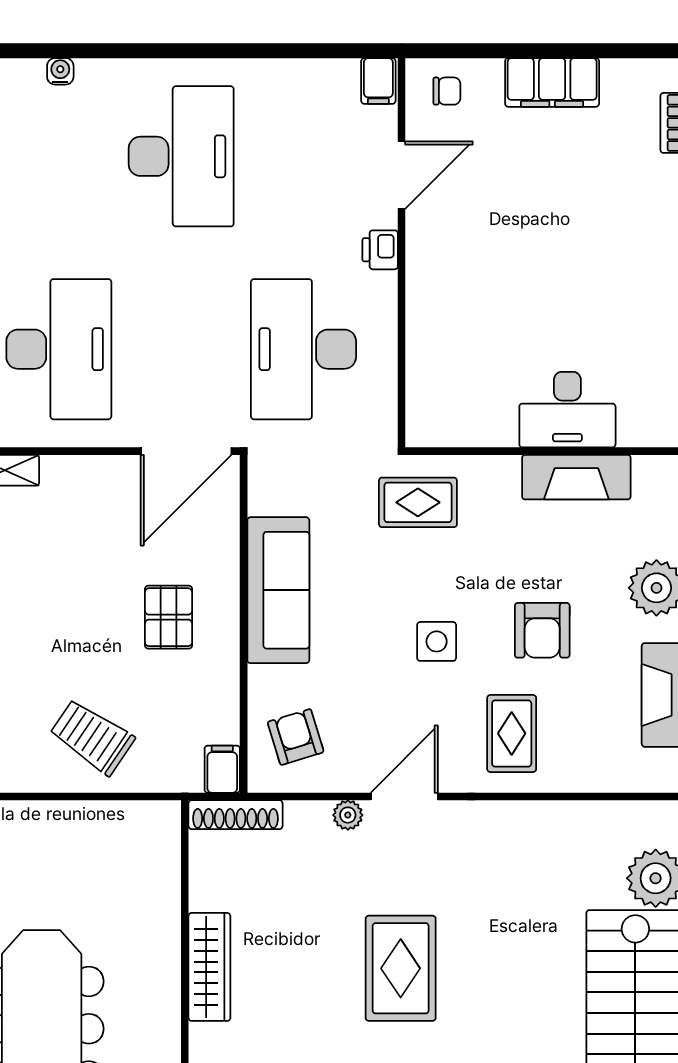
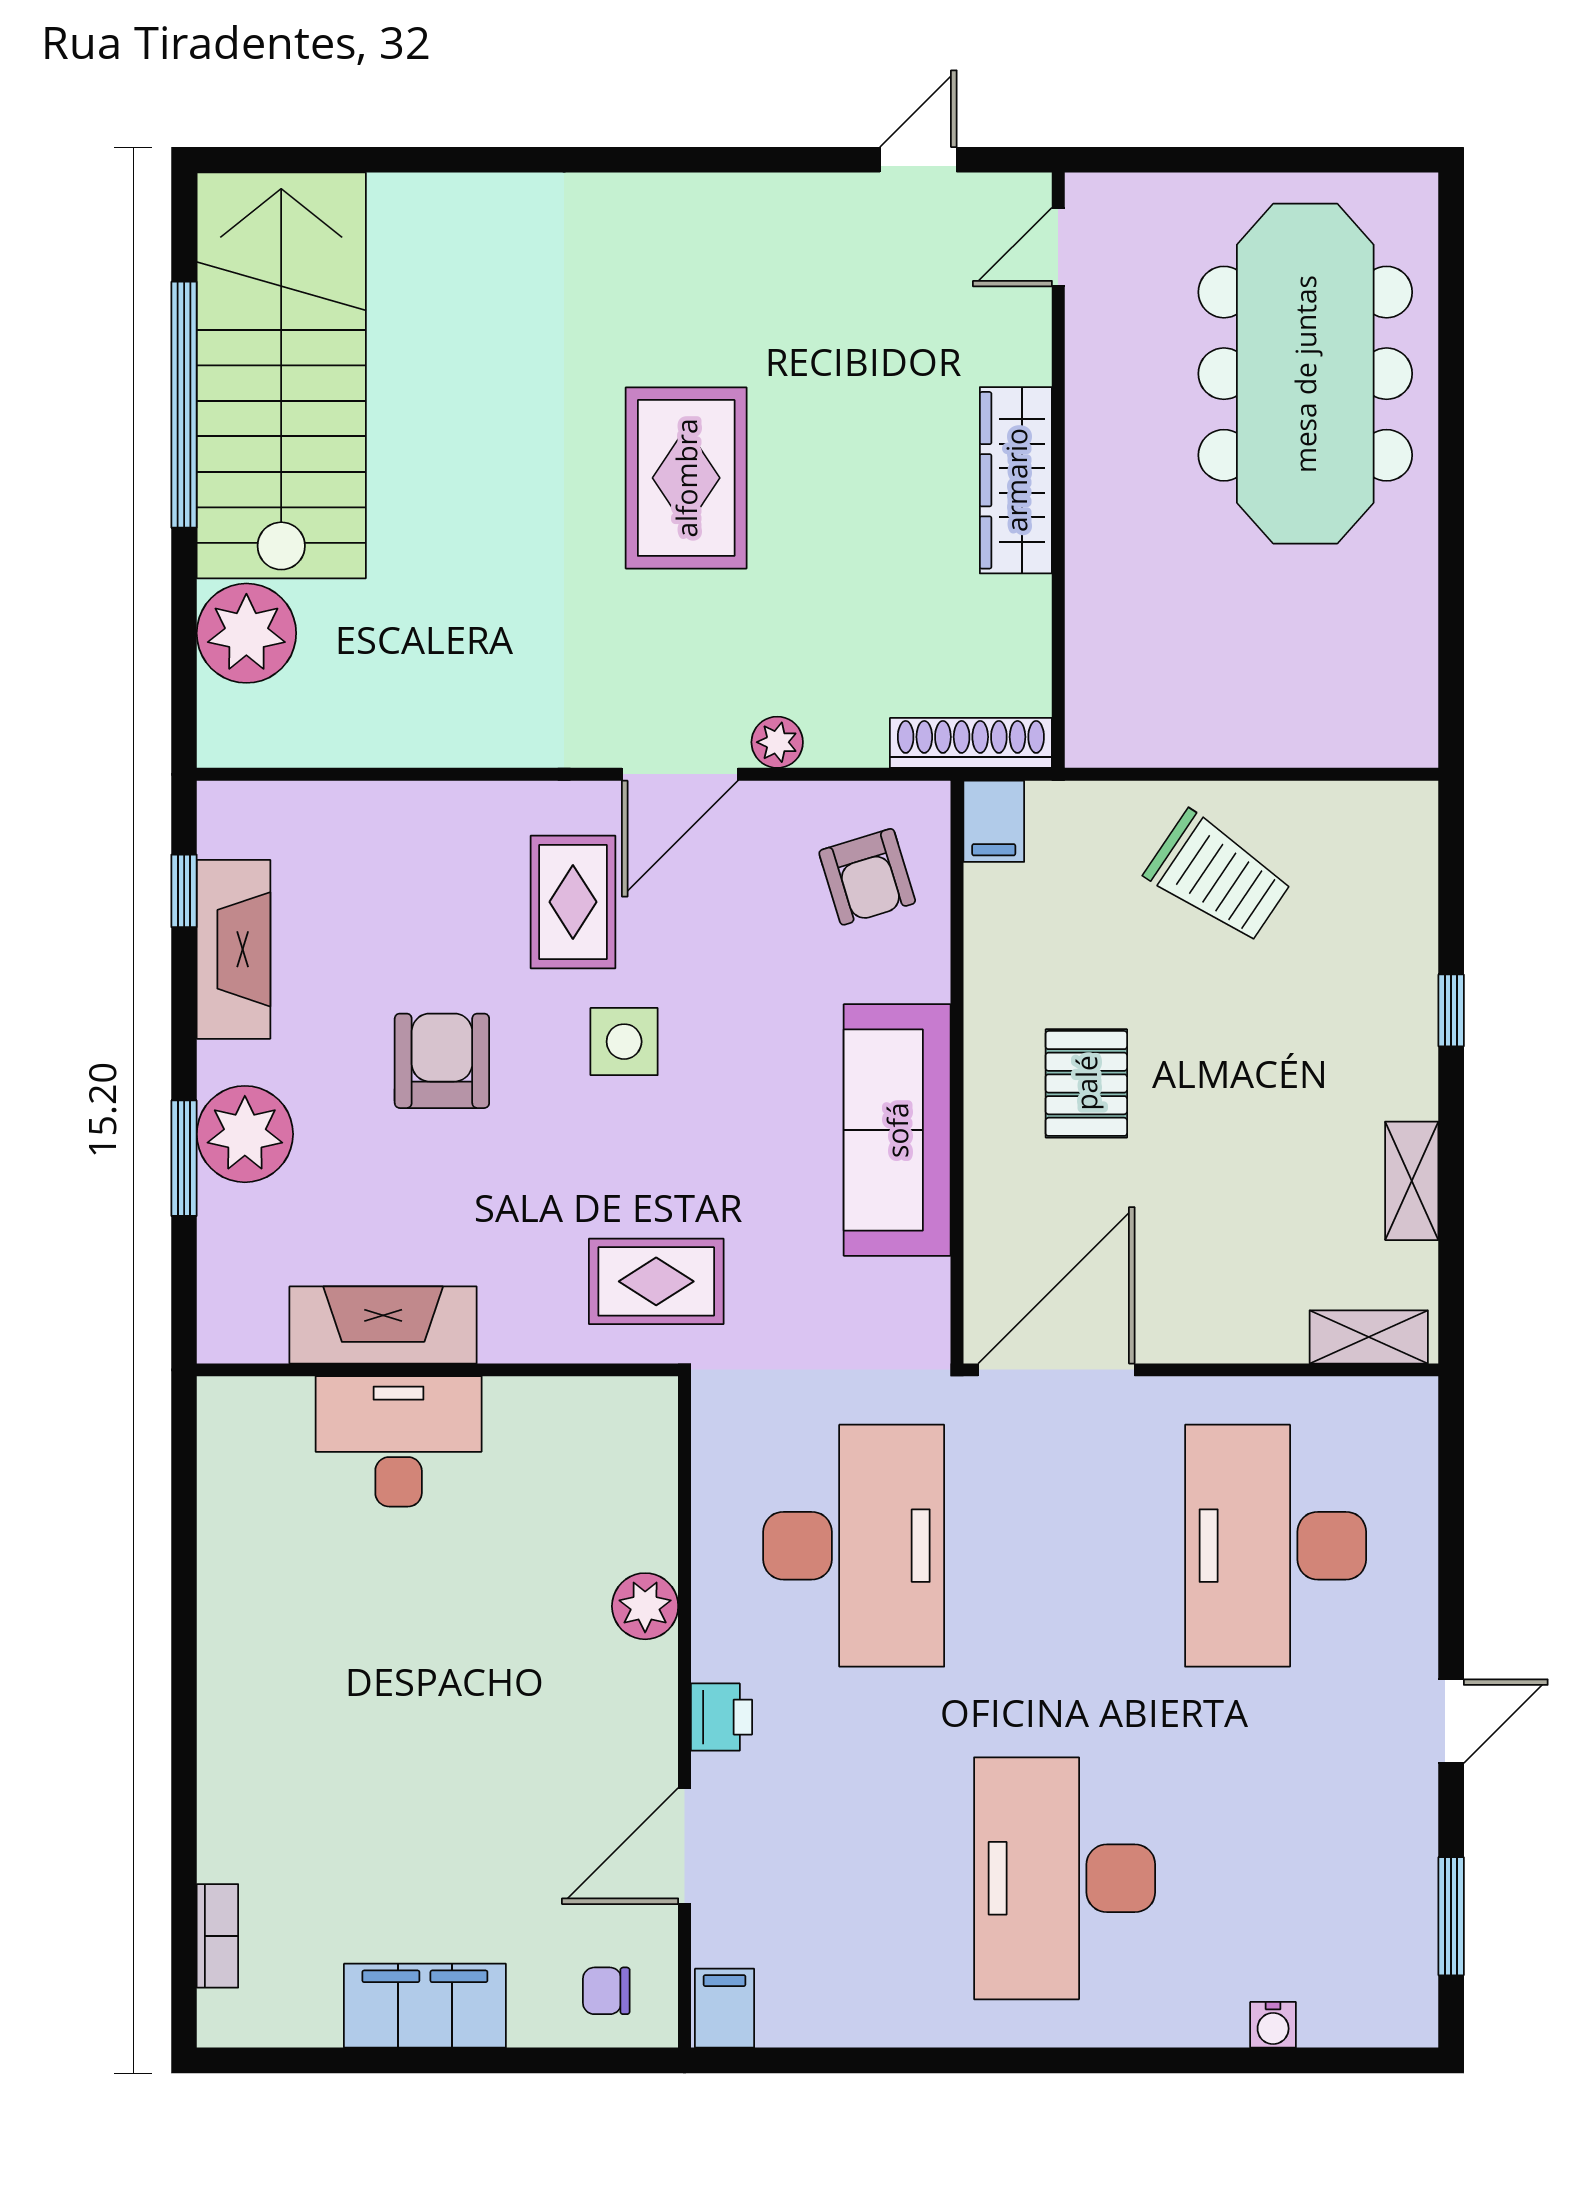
plant: (424, 314) -> (645, 1606), added
rug: (512, 733) -> (573, 902), moved

